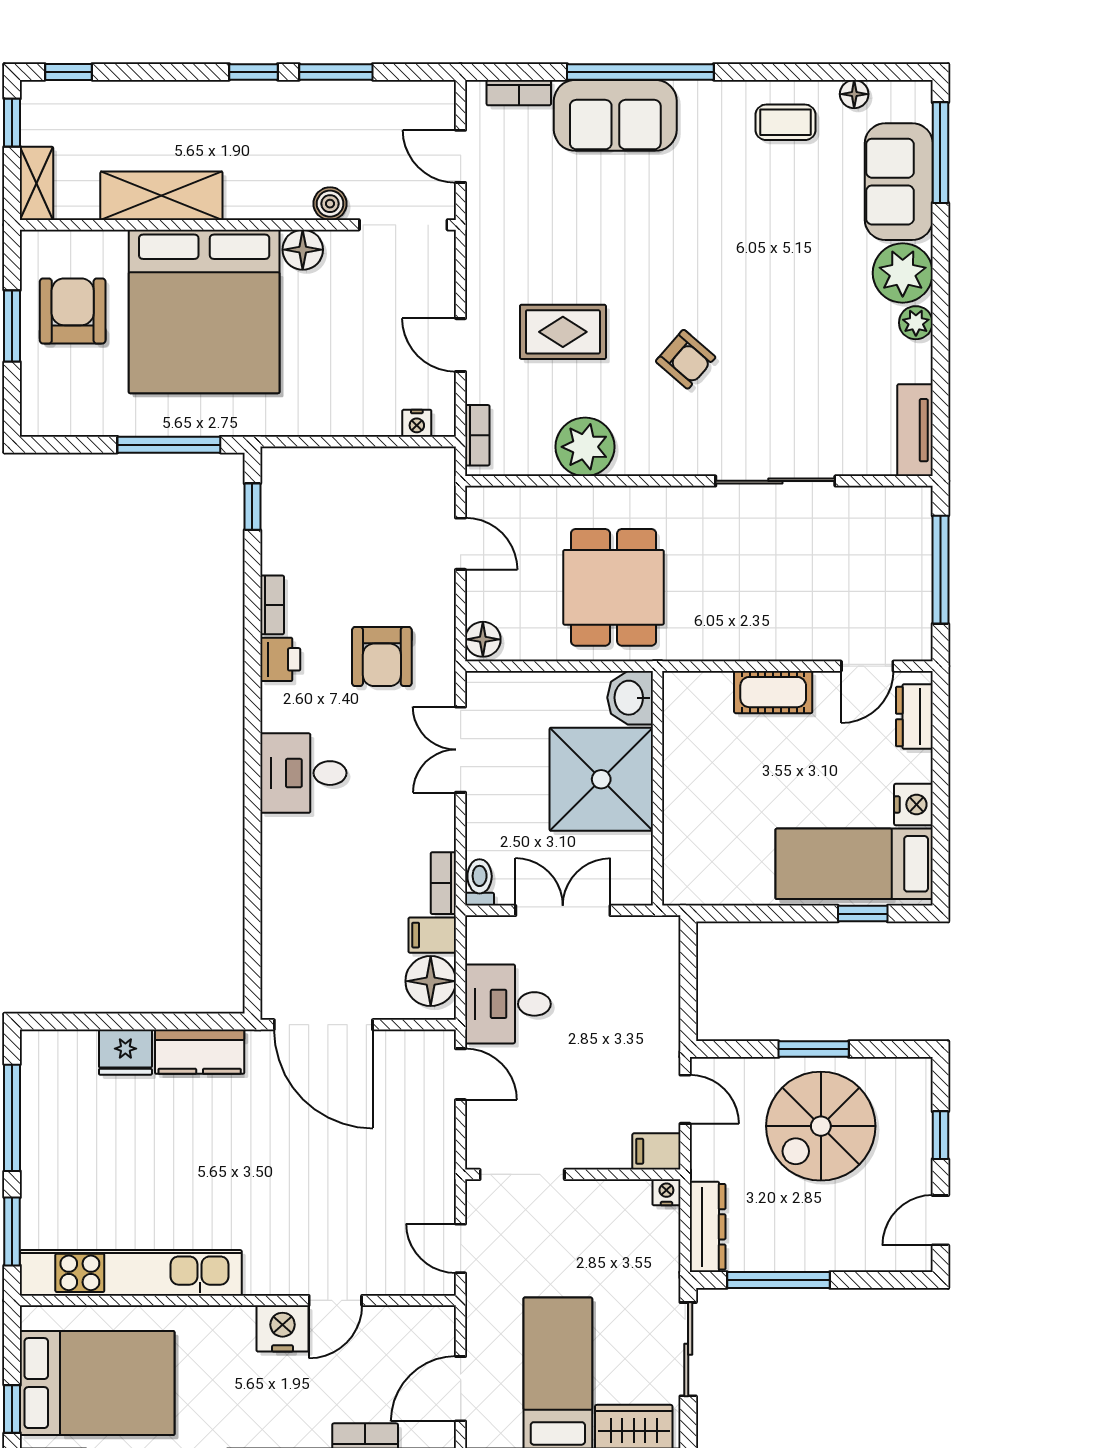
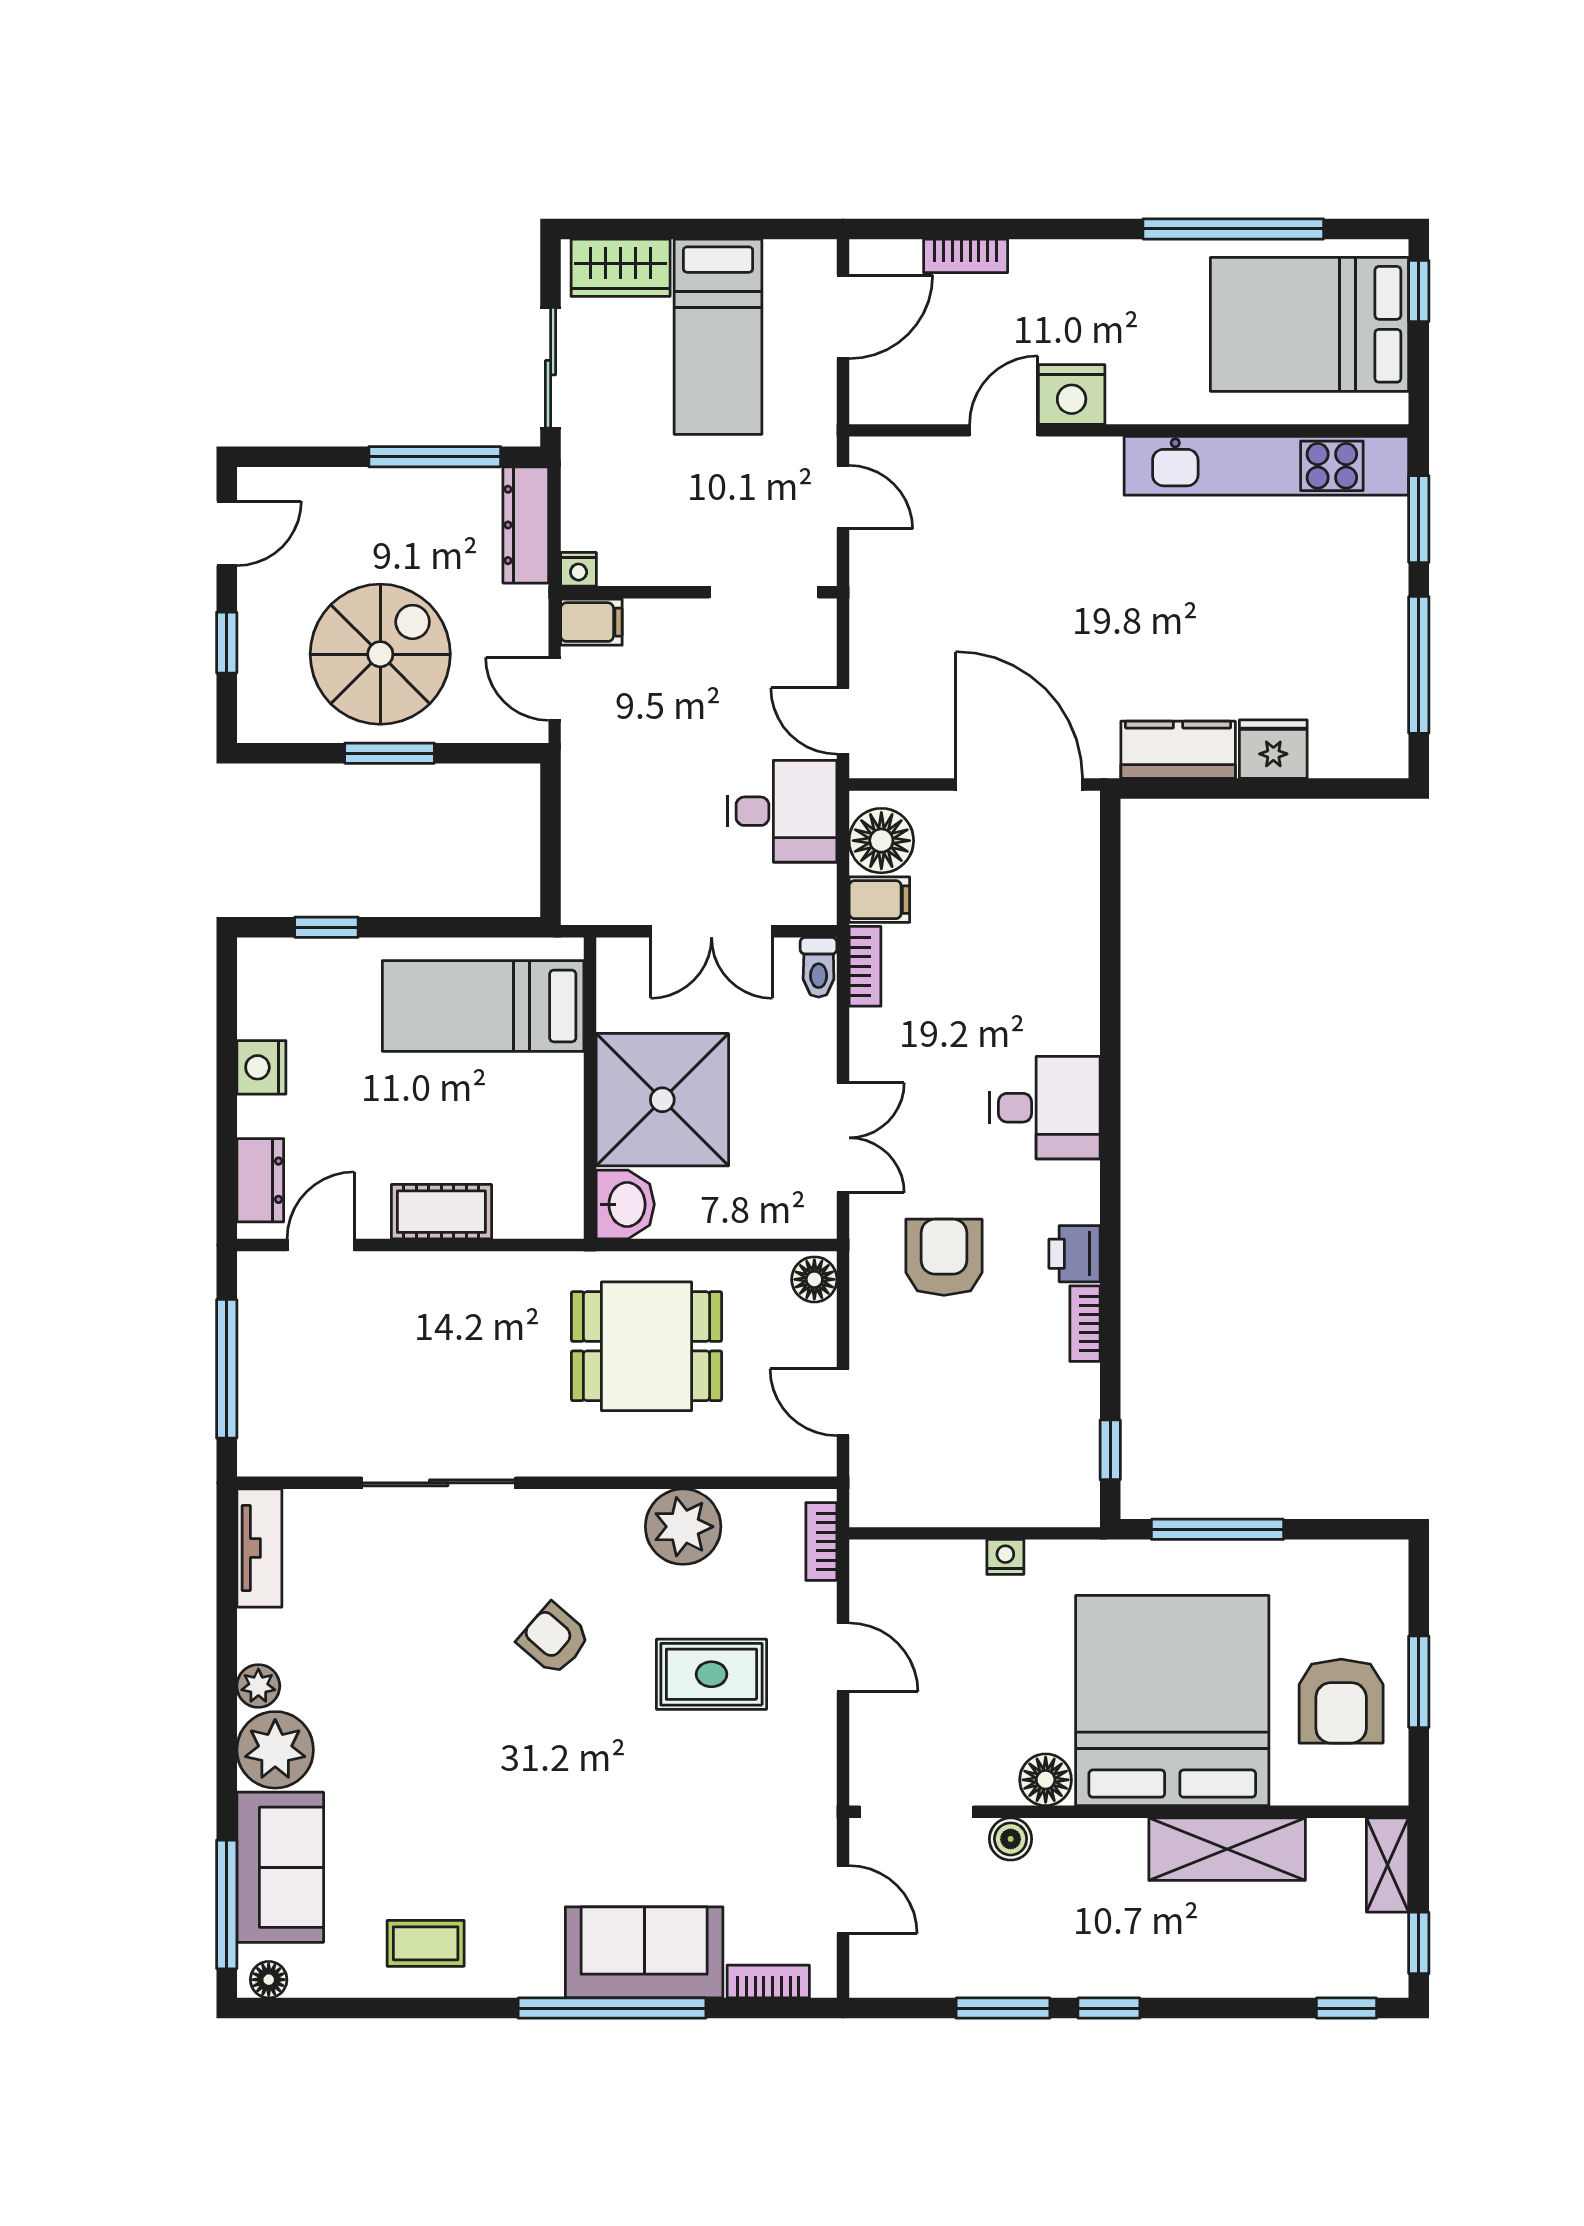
floor lamp: (854, 94) -> (269, 1980), moved
nightstand: (417, 423) -> (1005, 1557), moved
dining table: (614, 587) -> (646, 1346), turned 90
bed: (854, 864) -> (483, 1006), moved, turned 180

